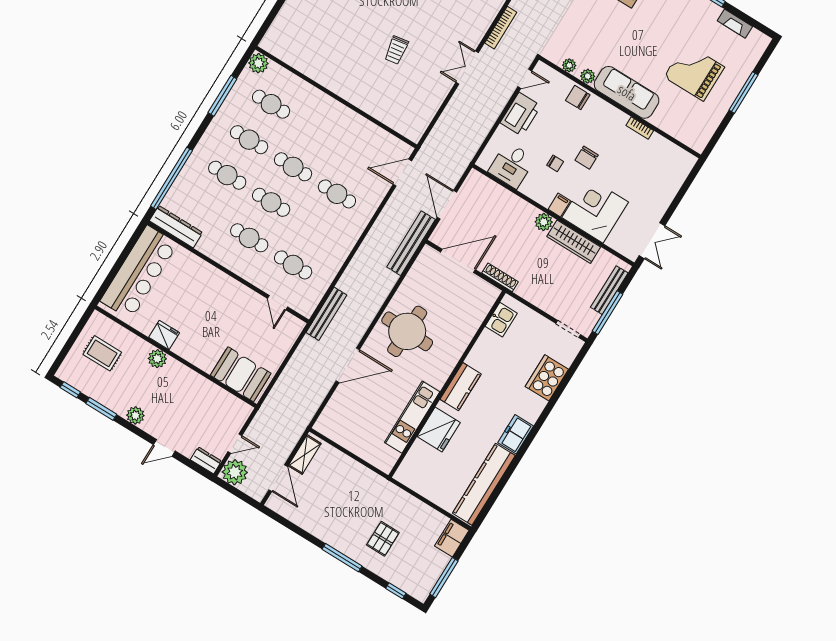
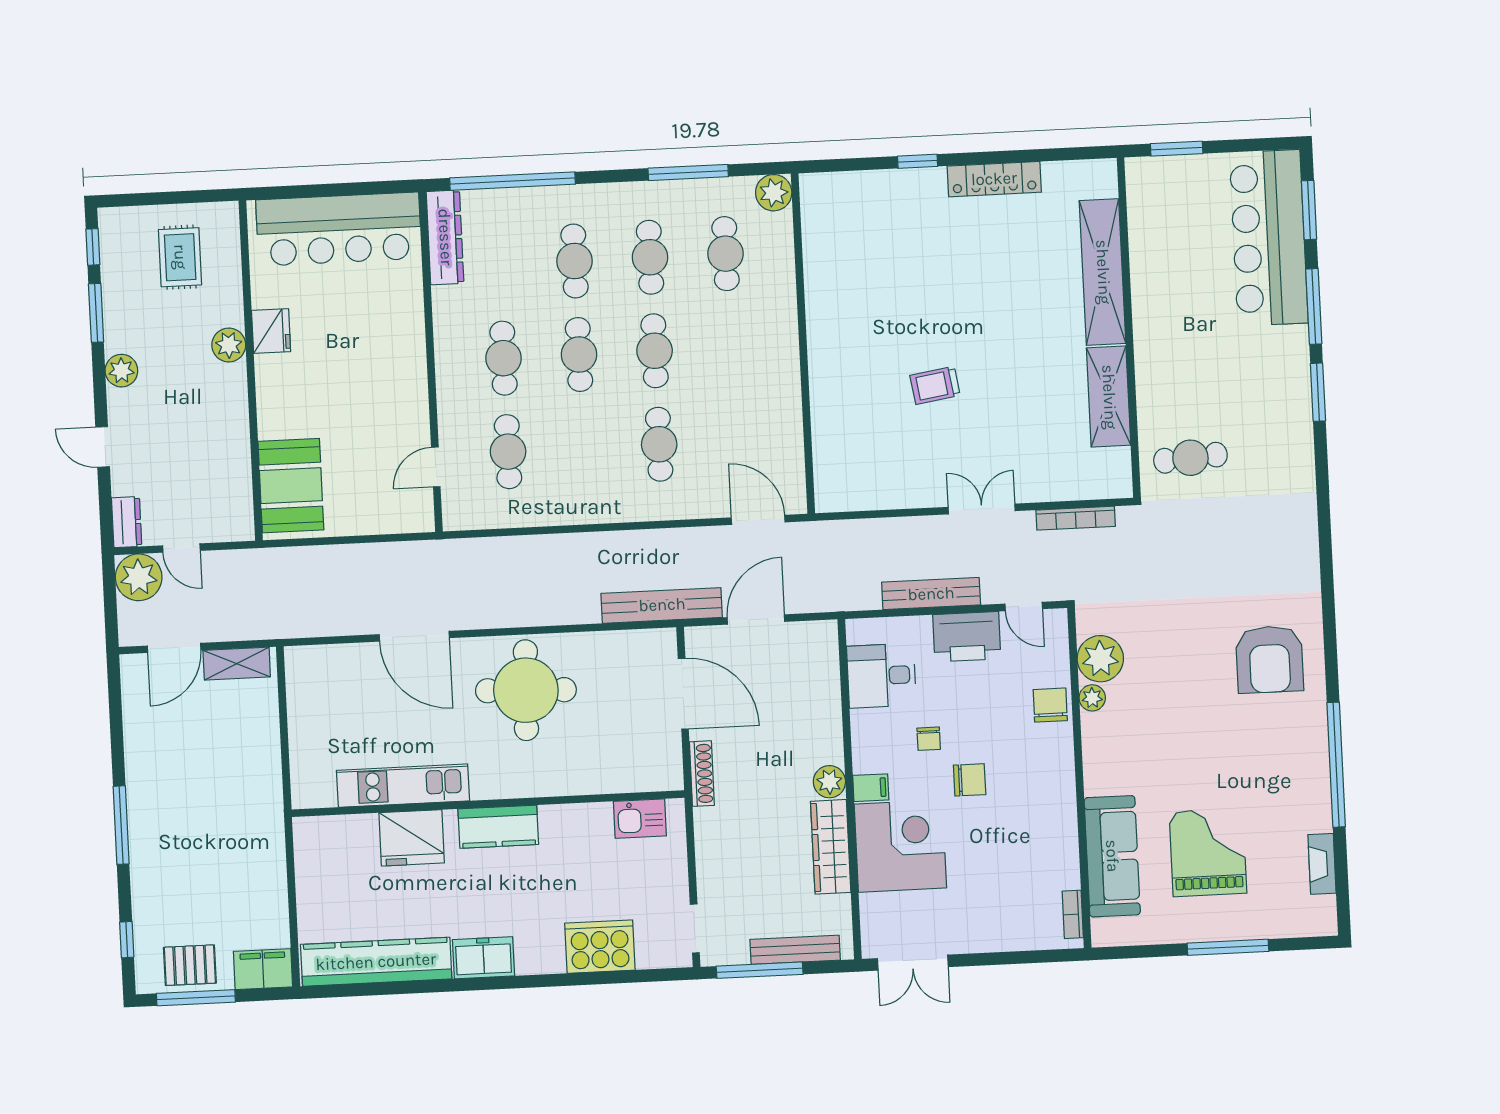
plant: (569, 65) -> (1100, 659), width x1.88, depth x1.88
sofa: (627, 92) -> (1112, 856), moved
bookcase: (640, 128) -> (1073, 914), moved
chair: (587, 158) -> (970, 780), turned 180
bench: (326, 314) -> (931, 594), moved
pallet: (383, 539) -> (190, 965), moved

